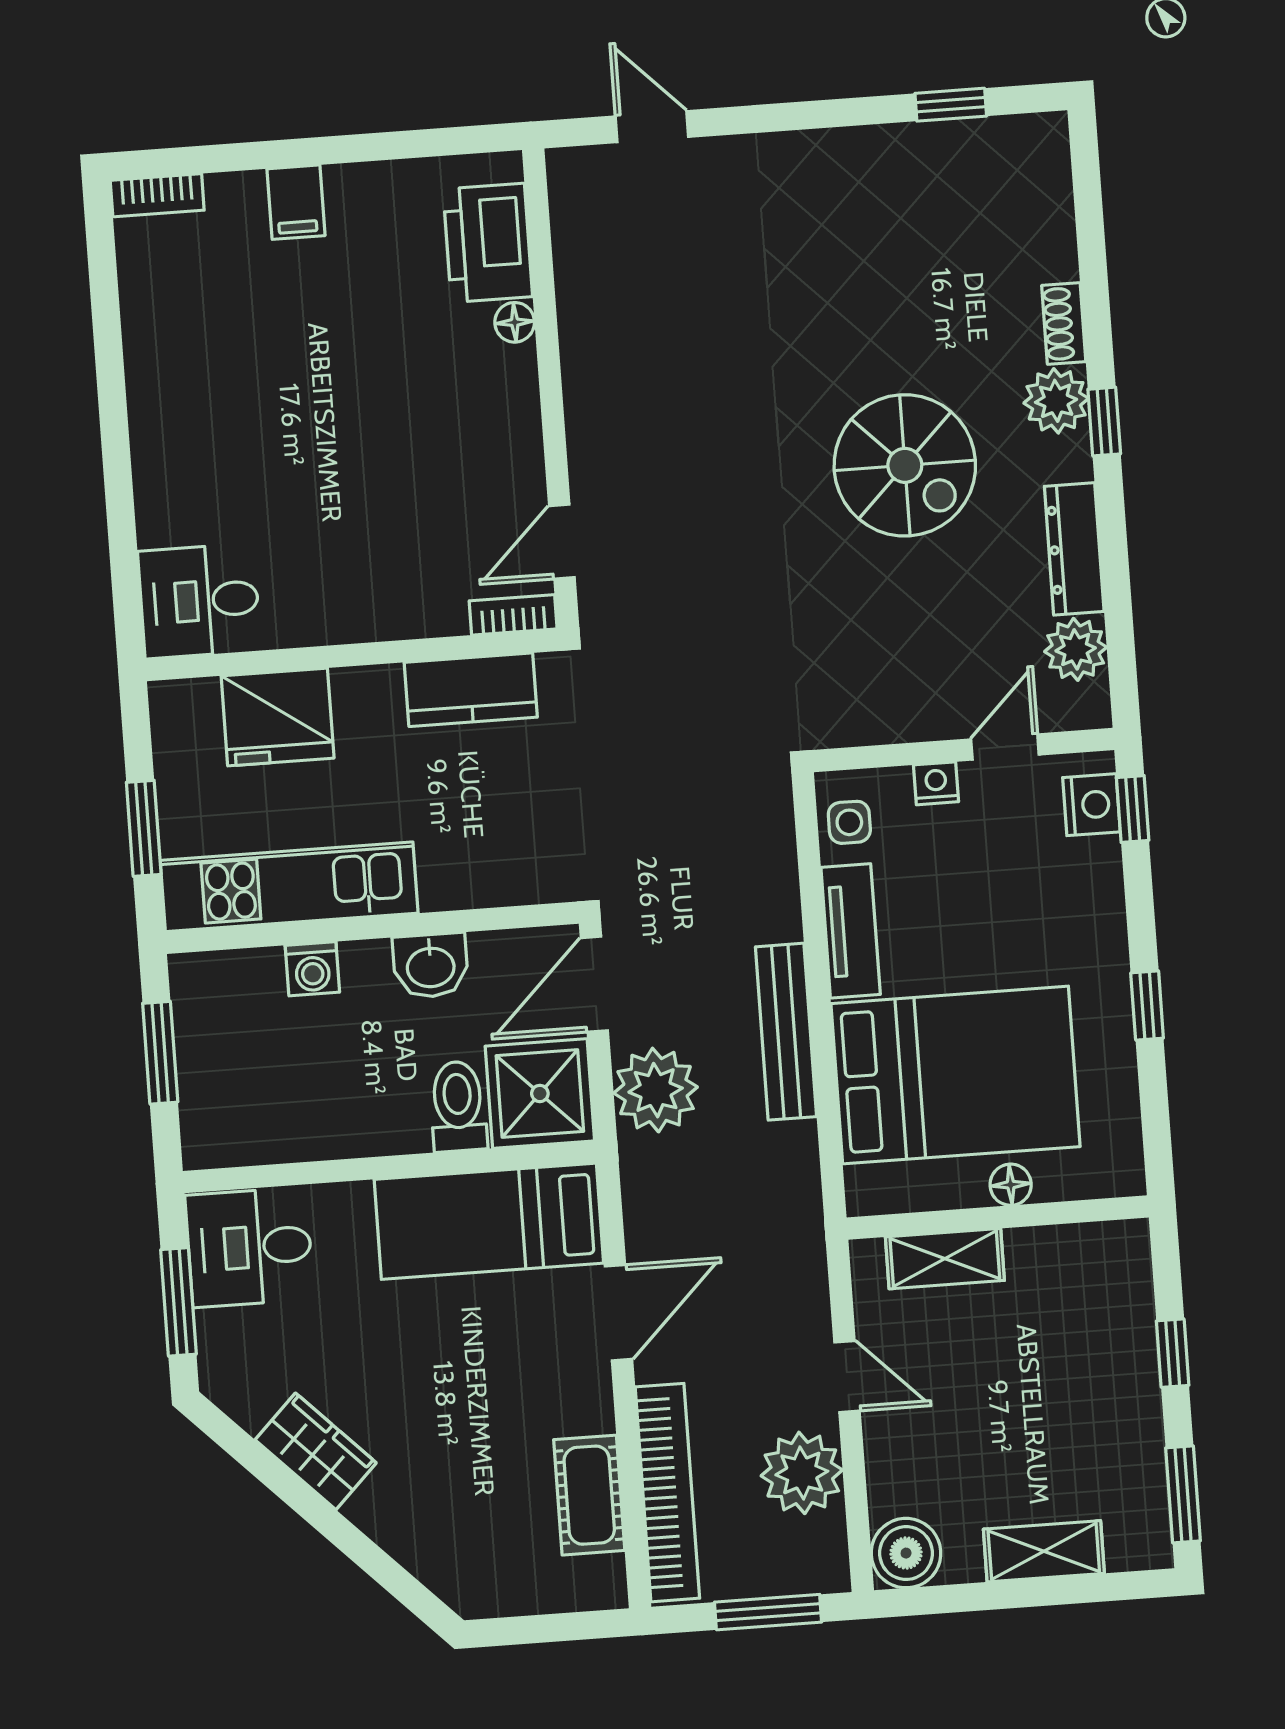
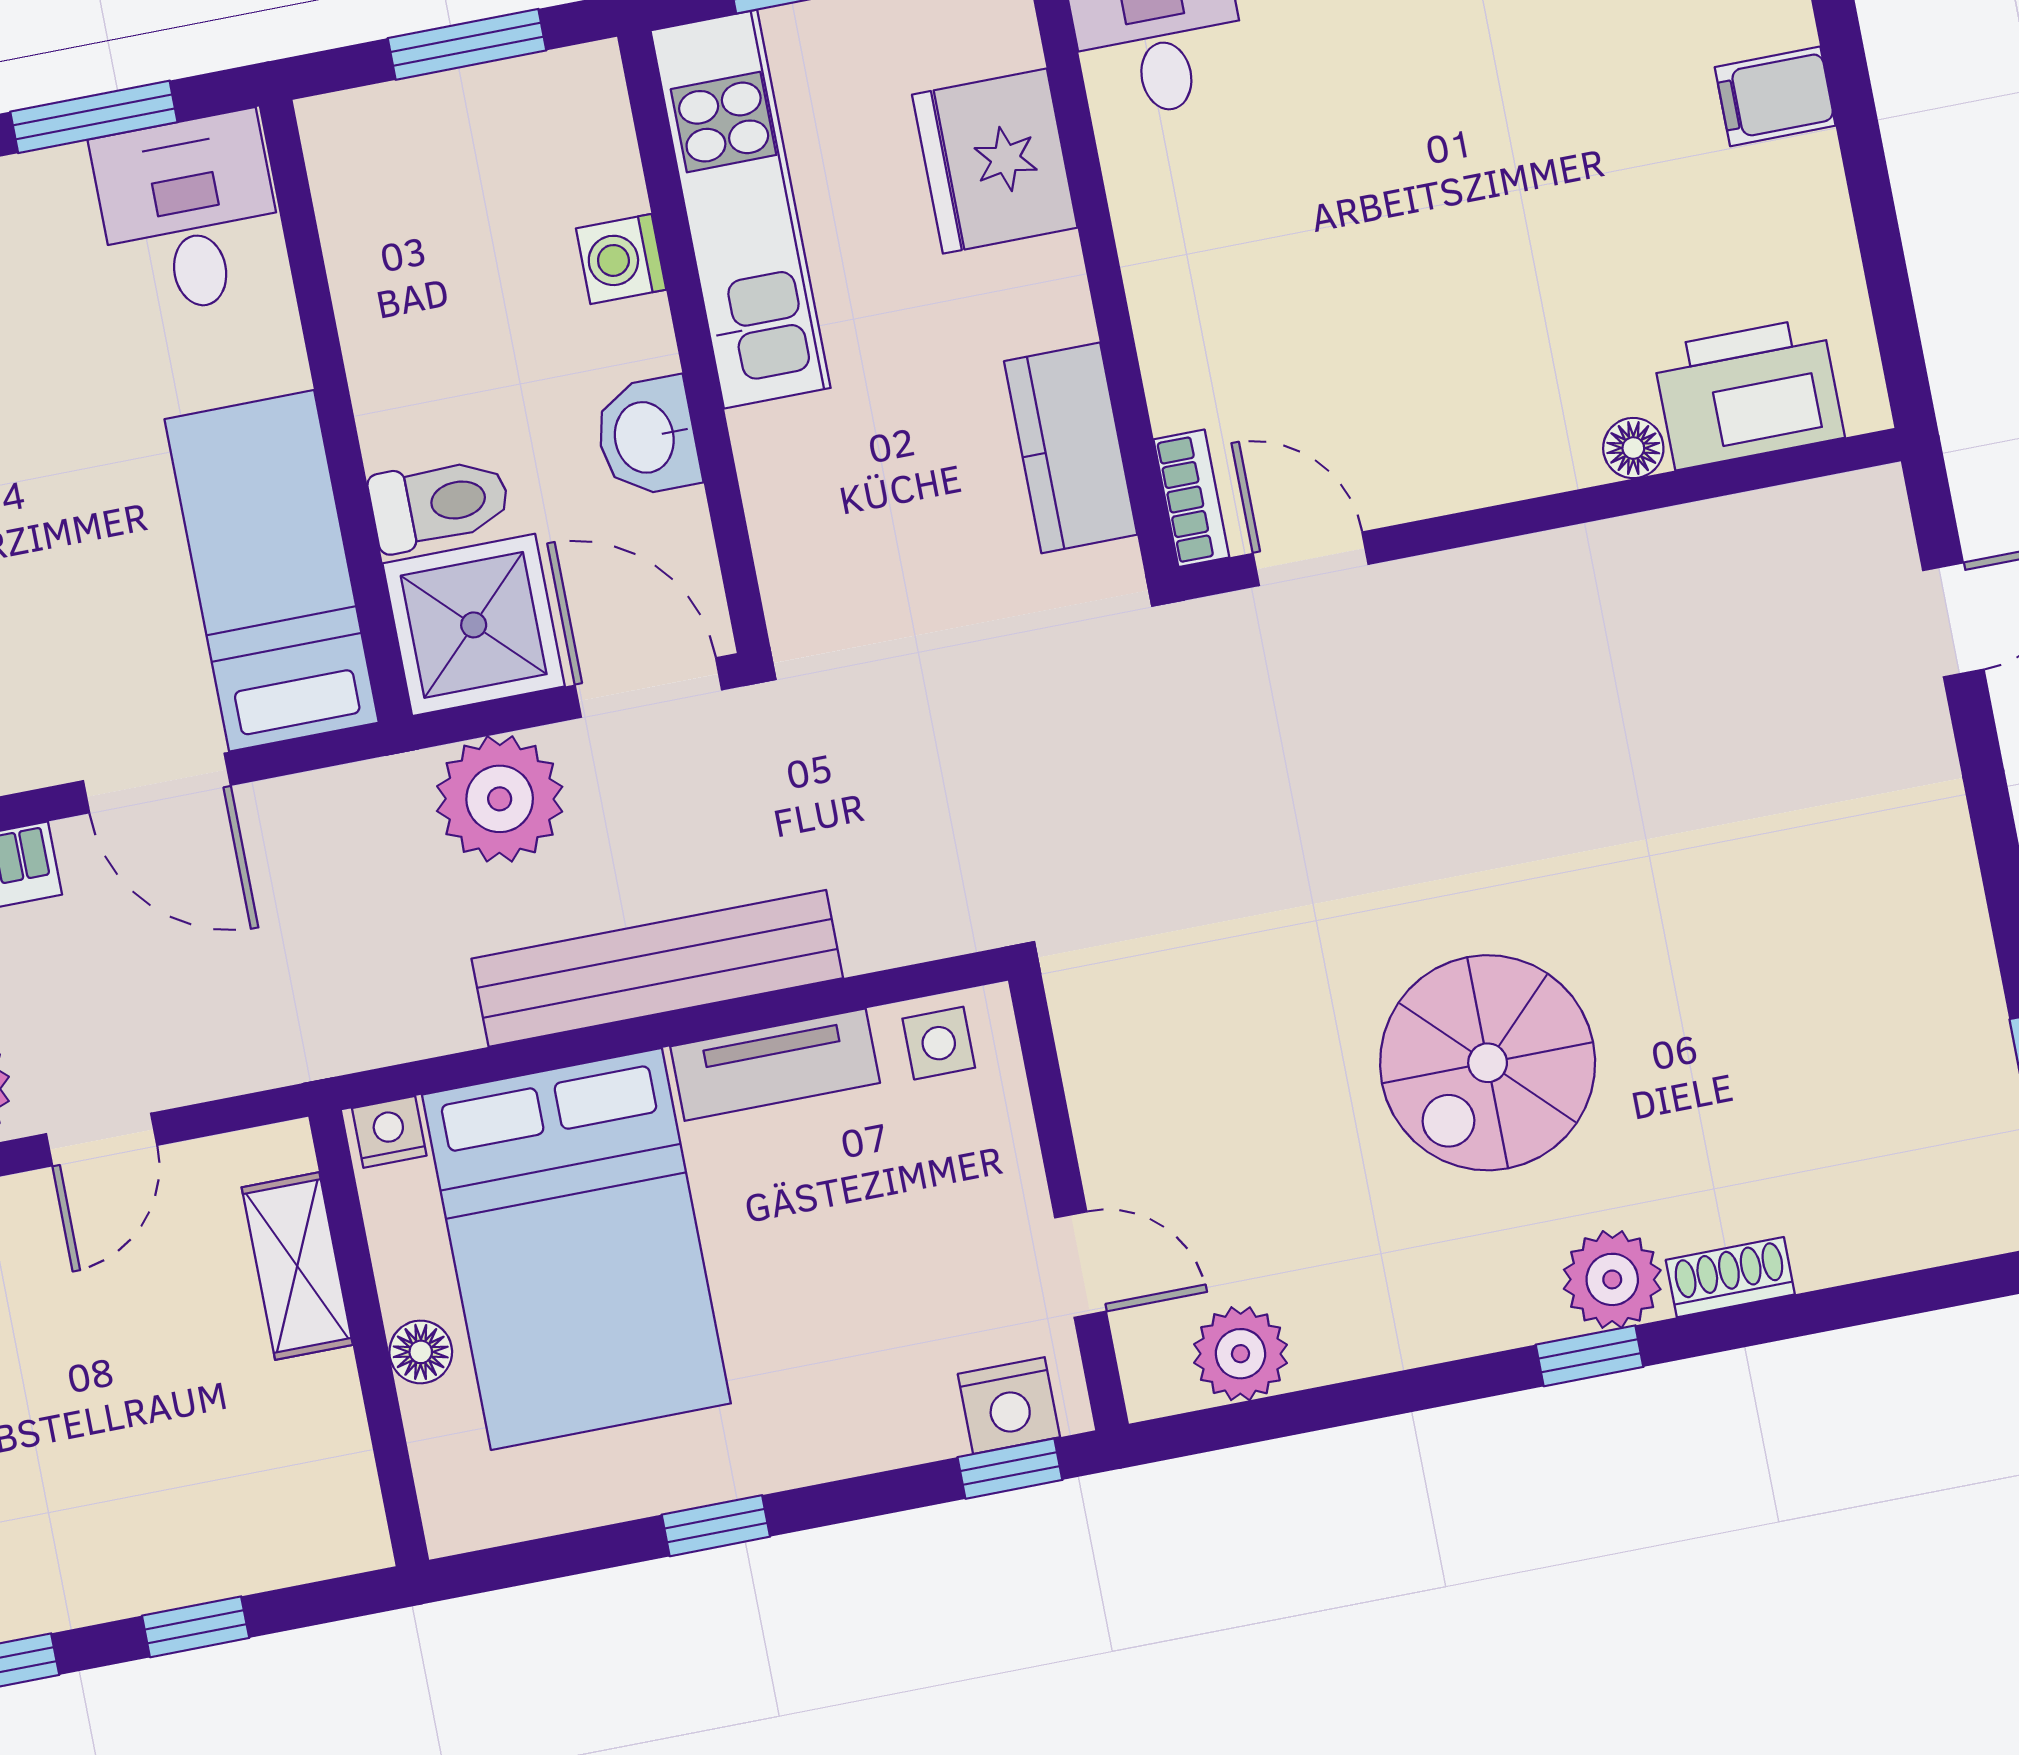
dresser: (1074, 549) -> (1392, 1333), removed
nightstand: (936, 783) -> (389, 1132), moved, turned -90
bench: (786, 1032) -> (657, 968), width x1.37, depth x1.21

